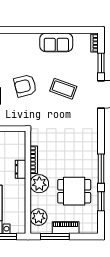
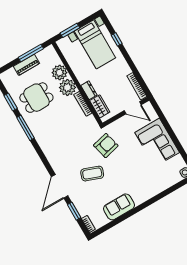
armchair: (25, 86) -> (106, 146), moved
wardrobe: (19, 148) -> (100, 106), added
plant: (39, 217) -> (60, 73), moved

